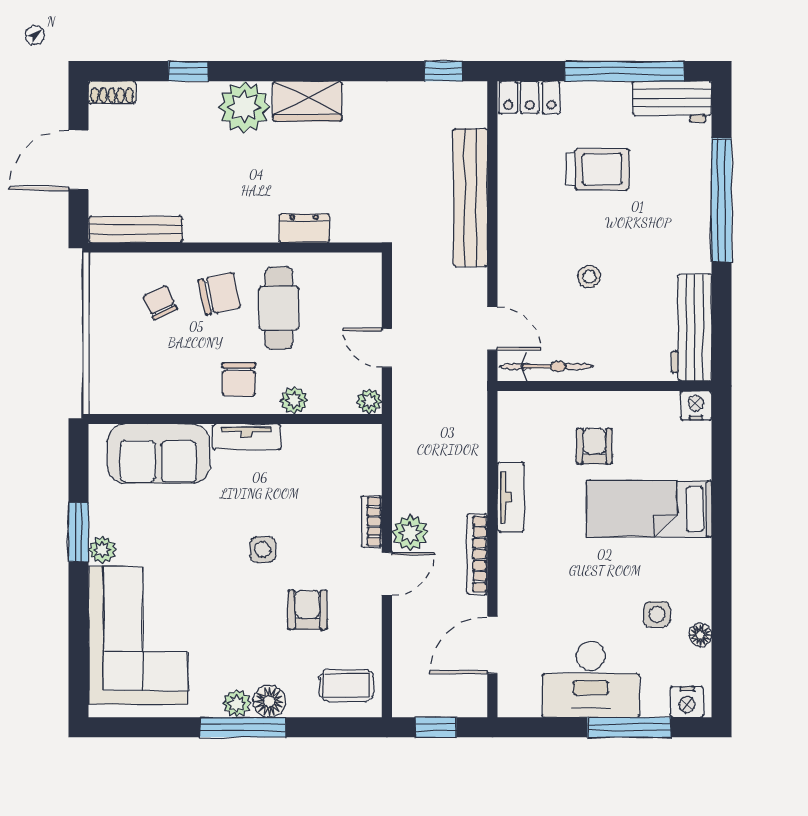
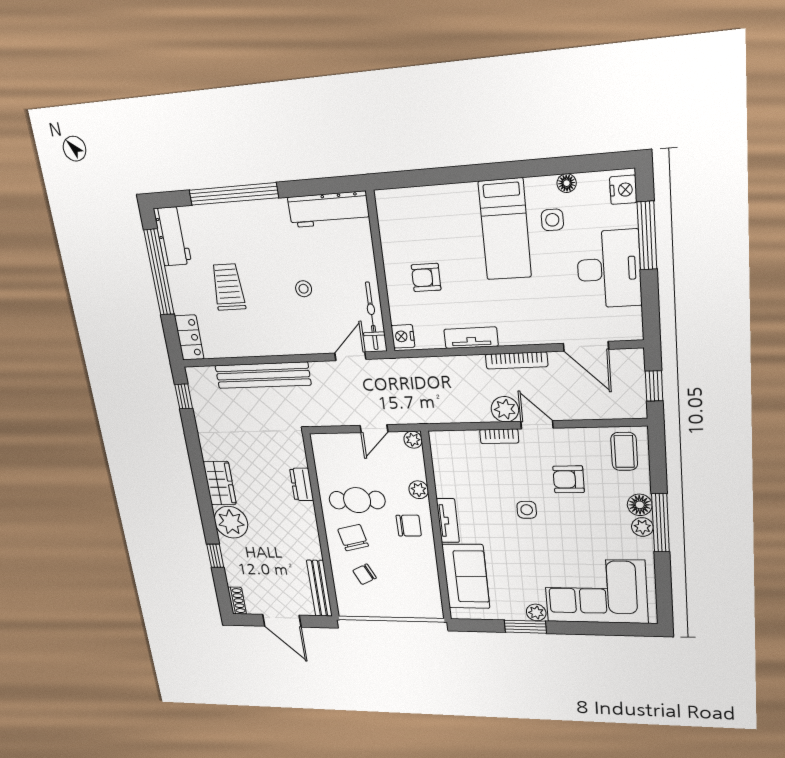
nightstand: (696, 406) -> (403, 336), moved
bed: (649, 509) -> (505, 229), moved

